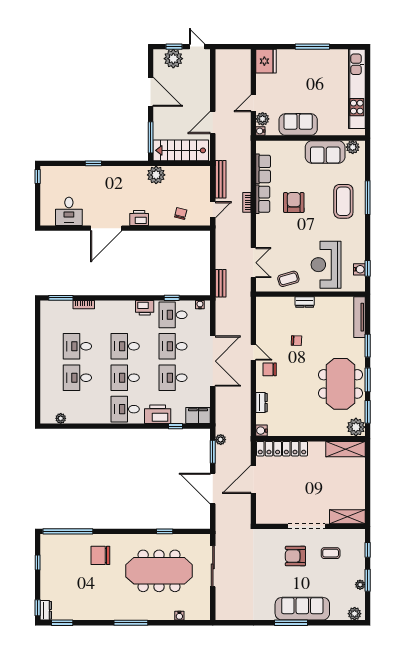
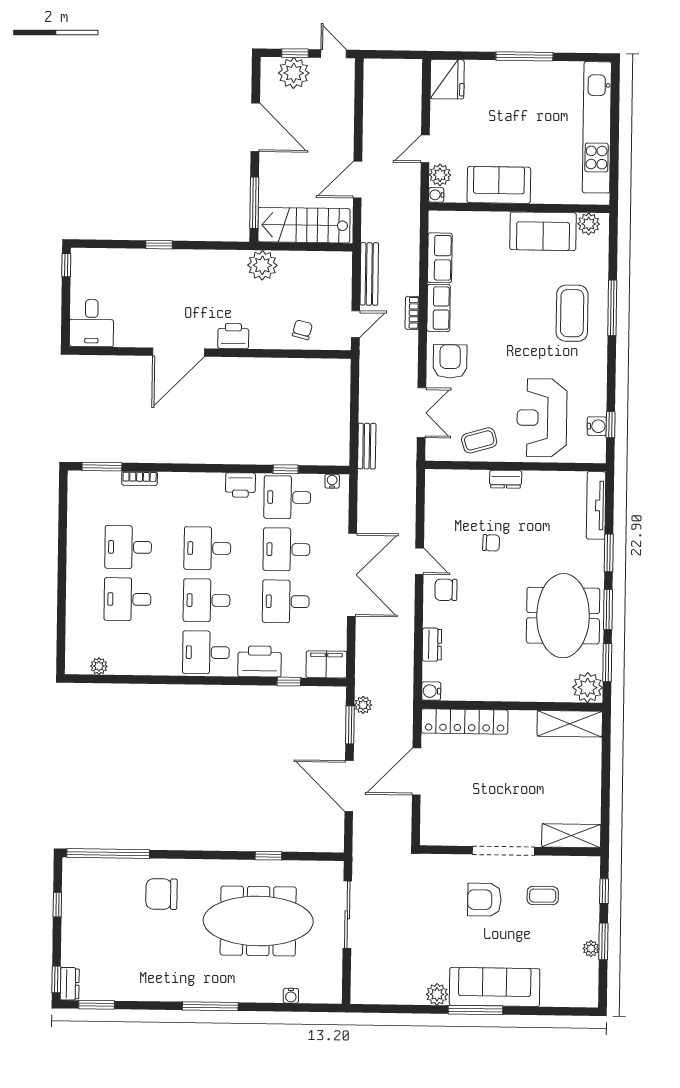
armchair: (294, 203) -> (450, 361), moved
desk: (69, 211) -> (92, 323), moved
plant: (355, 614) -> (437, 994), moved

